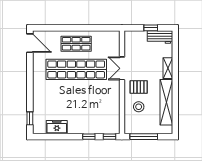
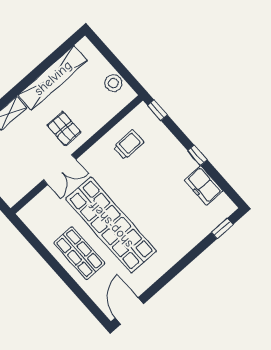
stool: (139, 107) -> (113, 83), moved
trolley: (106, 110) -> (128, 145), added
window: (89, 137) -> (197, 155), moved
window: (144, 137) -> (120, 68), removed

